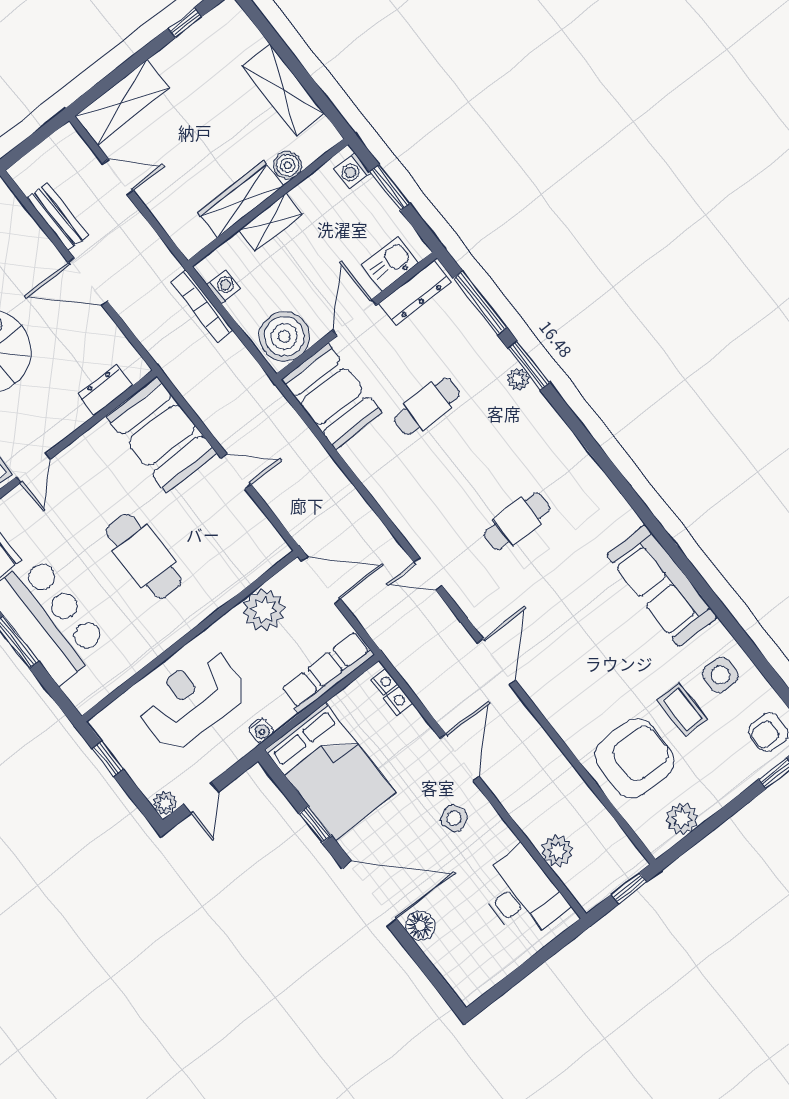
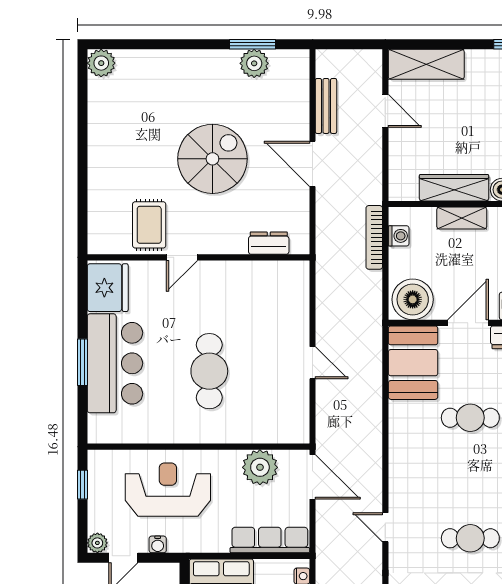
booth: (162, 435) -> (283, 302), removed
water cooler: (261, 731) -> (158, 544), moved

